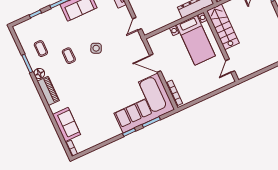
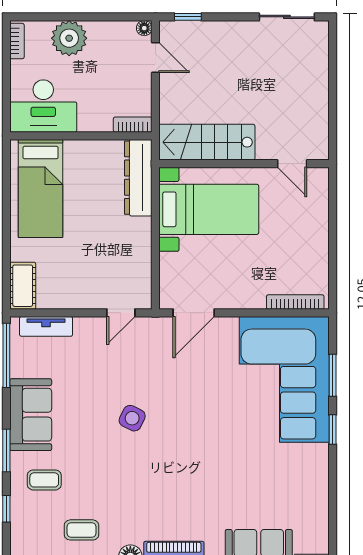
door: (137, 24) -> (121, 313), hinge flipped
coffee table: (69, 56) -> (44, 480), moved
door: (155, 63) -> (194, 313), moved

